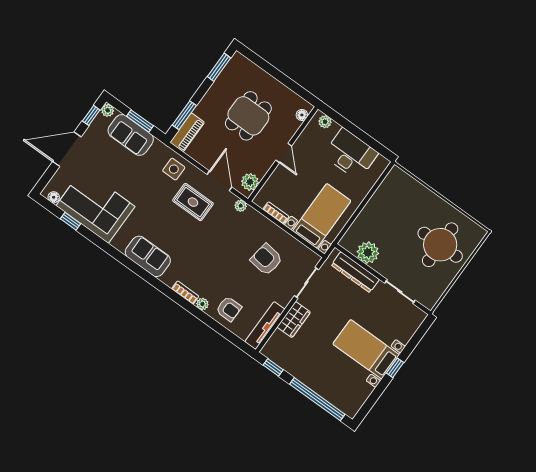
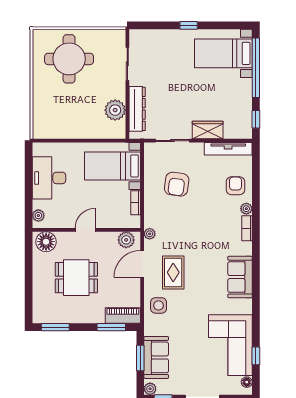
floor lamp: (302, 115) -> (46, 242), width x1.89, depth x1.89
bed with nightstands: (366, 349) -> (223, 53), moved, turned 90

